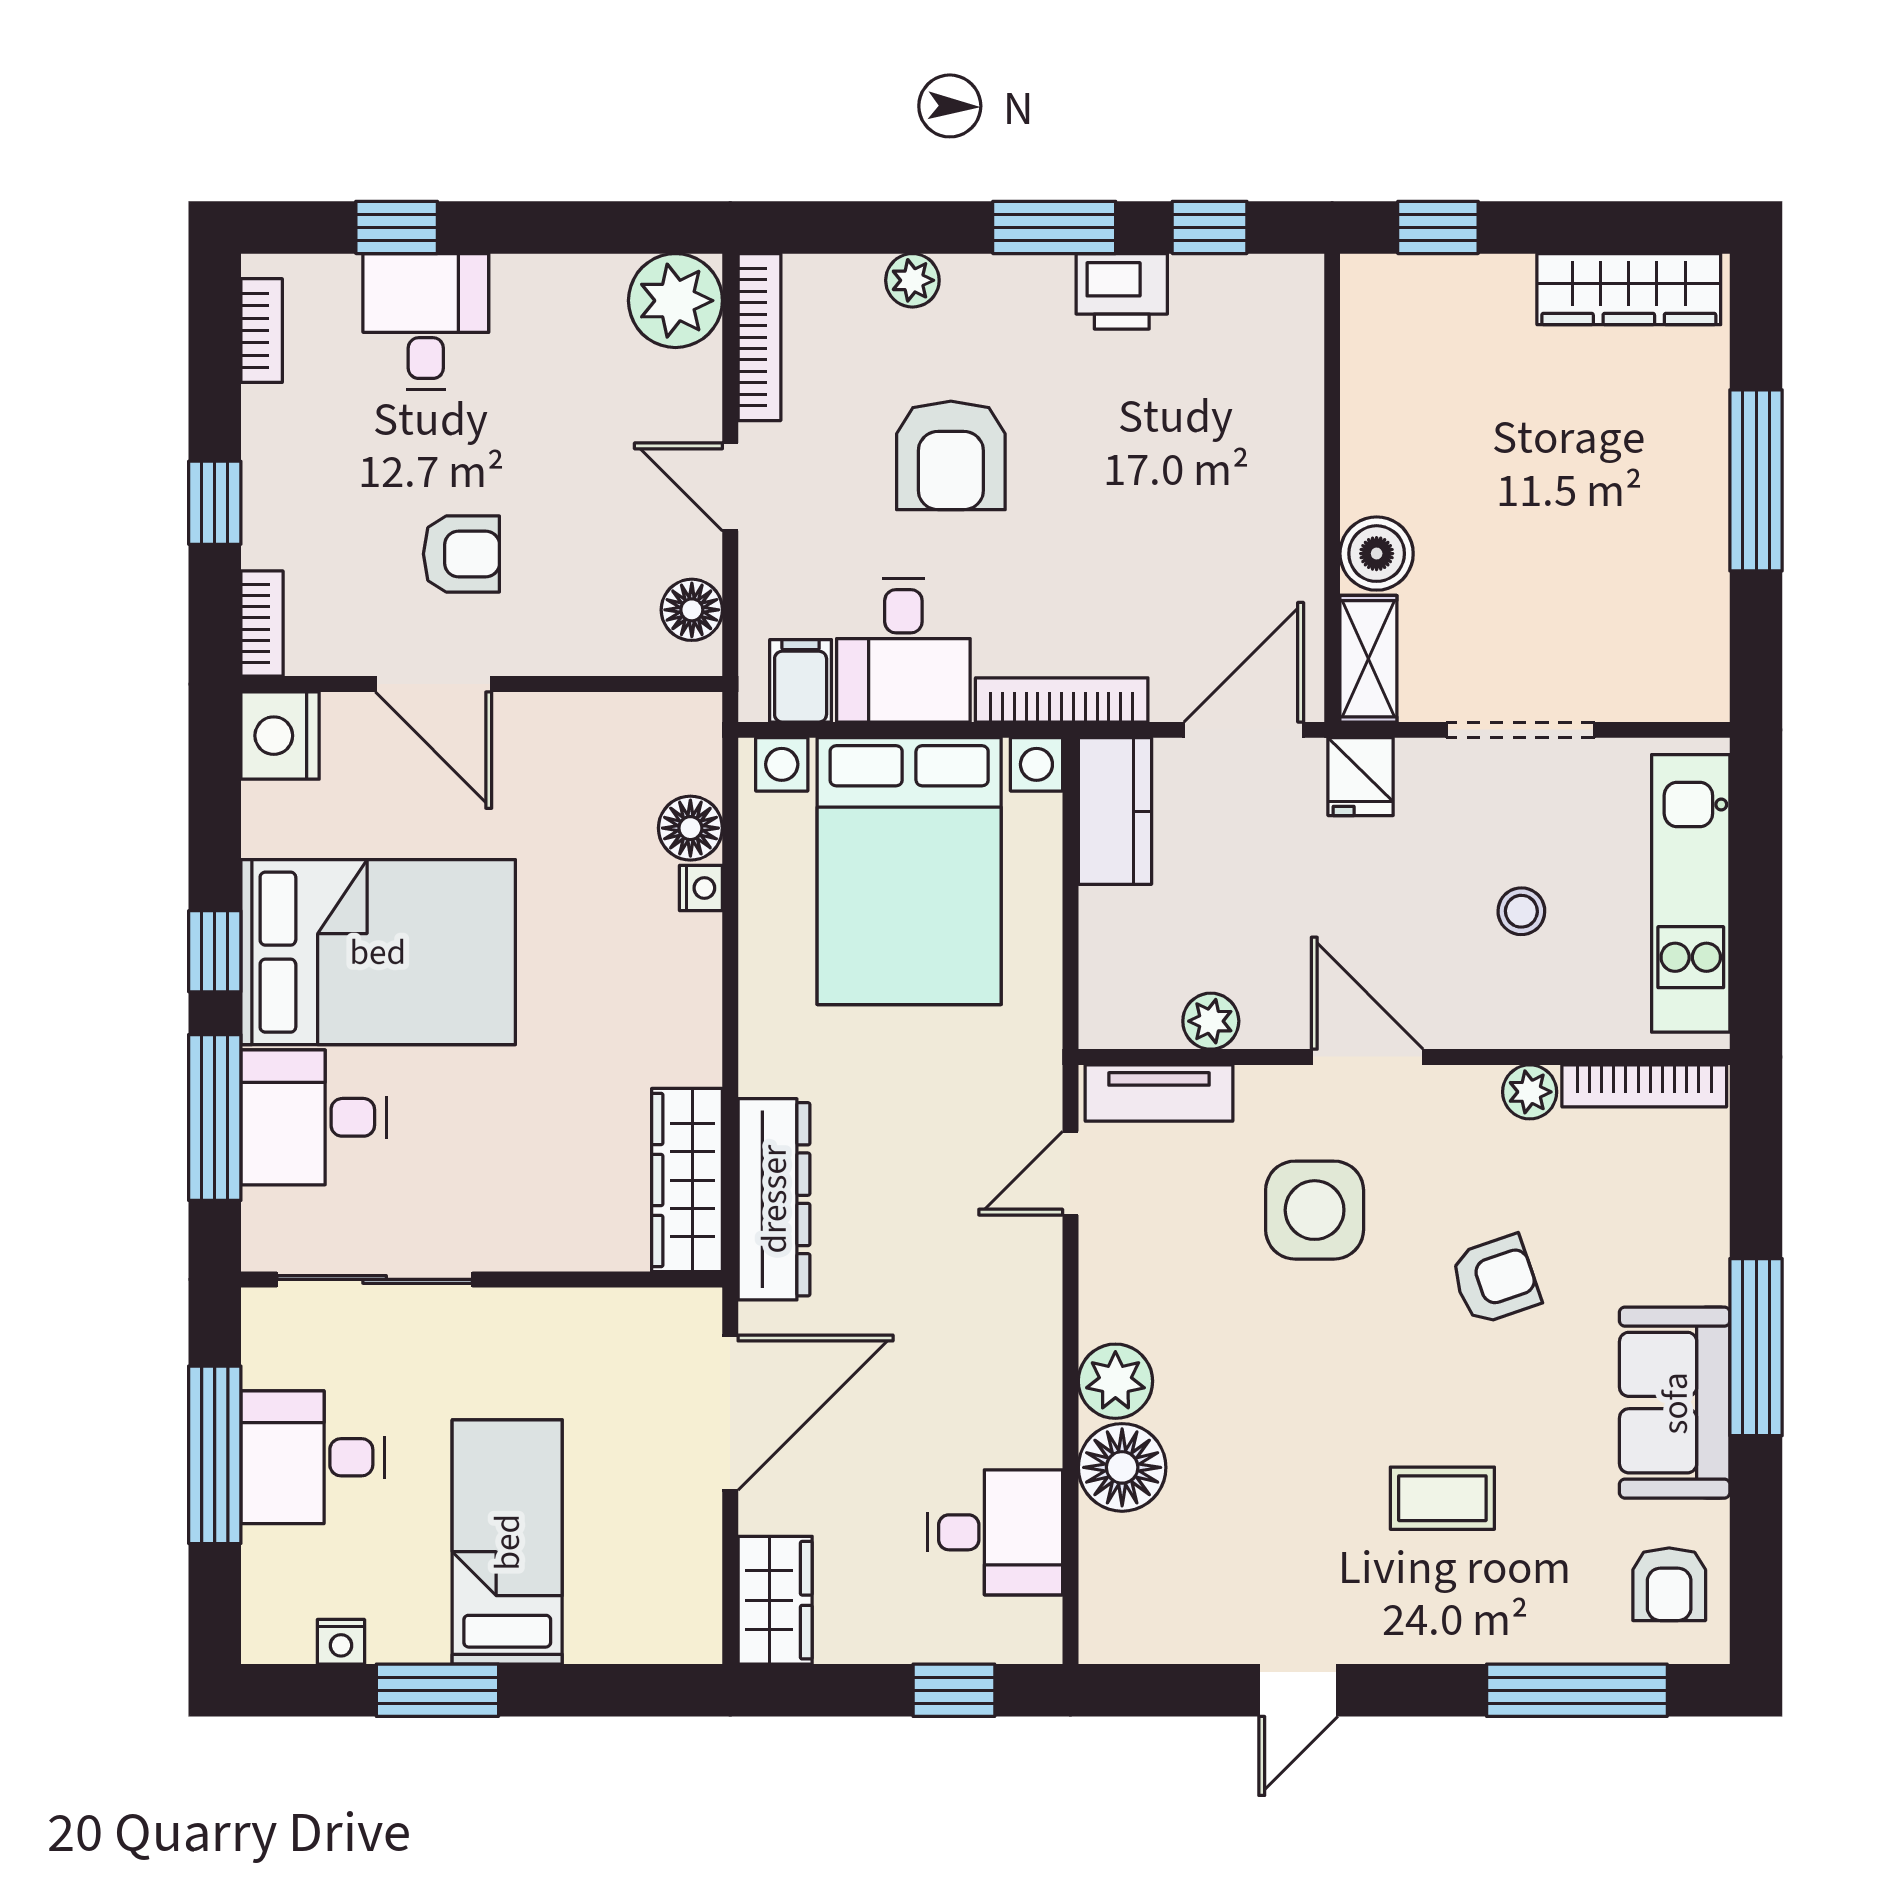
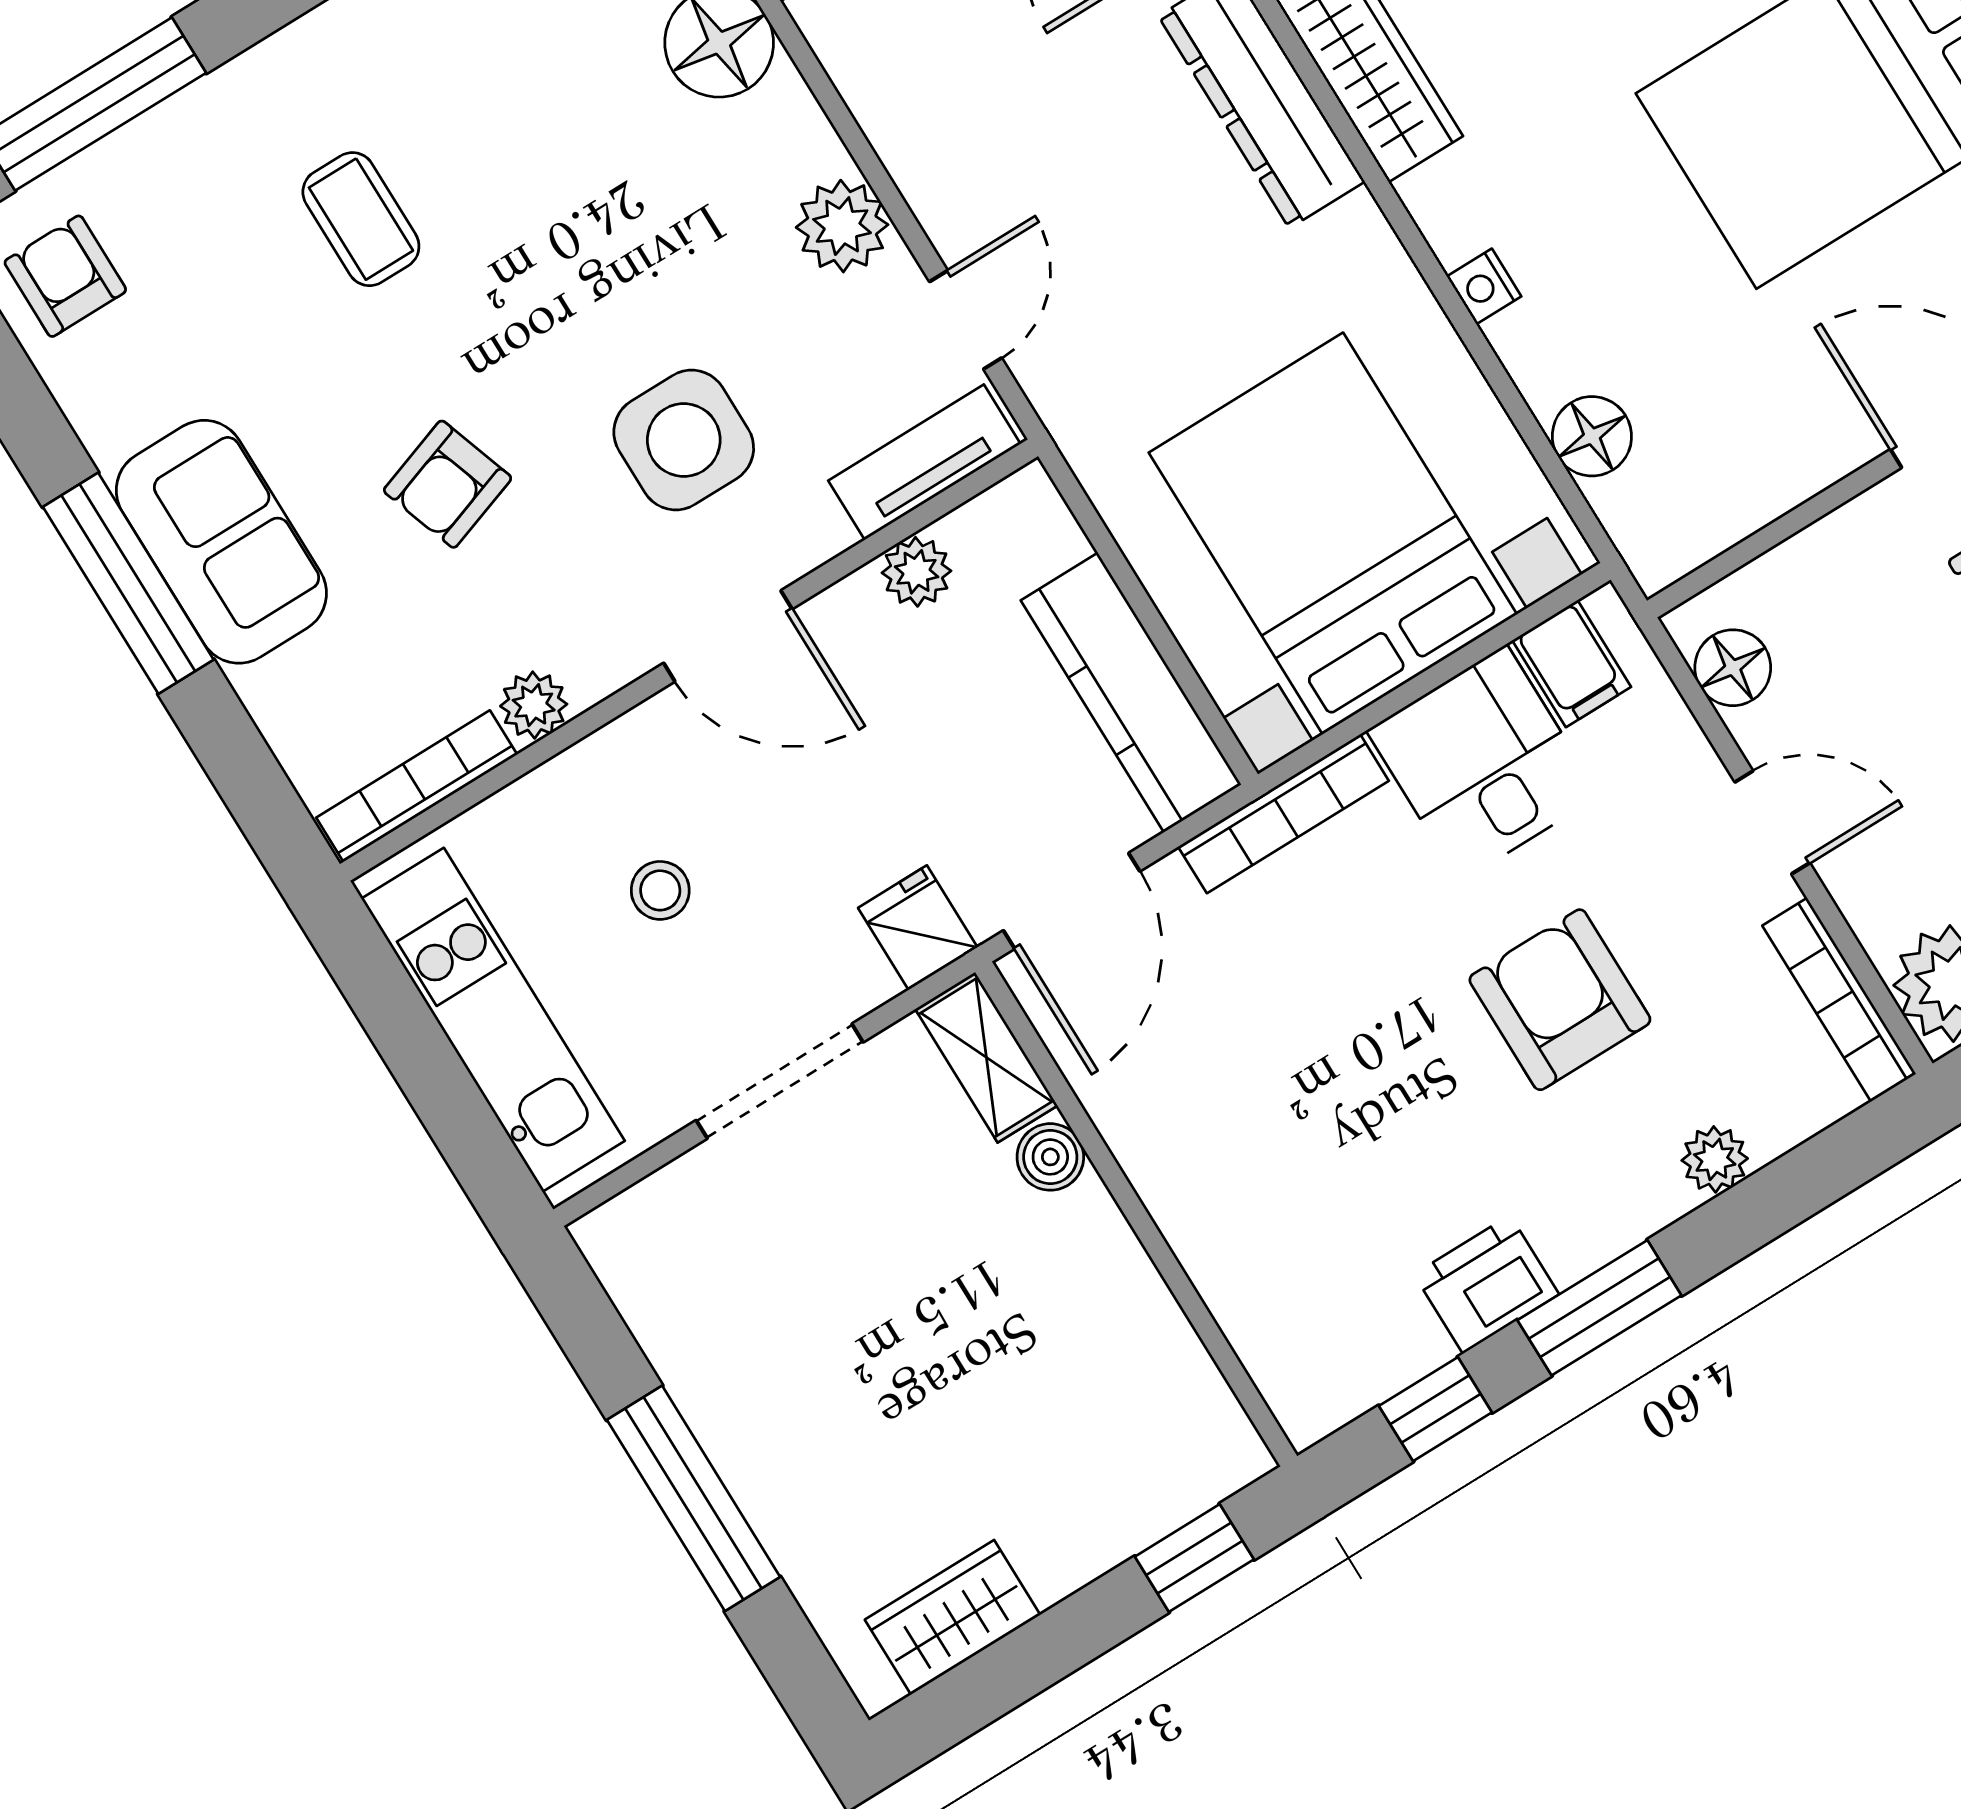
wardrobe: (1629, 289) -> (953, 1617), width x0.67
boiler: (1377, 554) -> (1050, 1157), width x0.73, depth x0.73
kitchen counter: (1115, 811) -> (1131, 692), width x1.50
nightstand: (701, 888) -> (1484, 286), moved
plant: (1115, 1381) -> (842, 226), moved
sofa: (1675, 1403) -> (221, 542), moved
coffee table: (1442, 1498) -> (361, 219), turned 90

